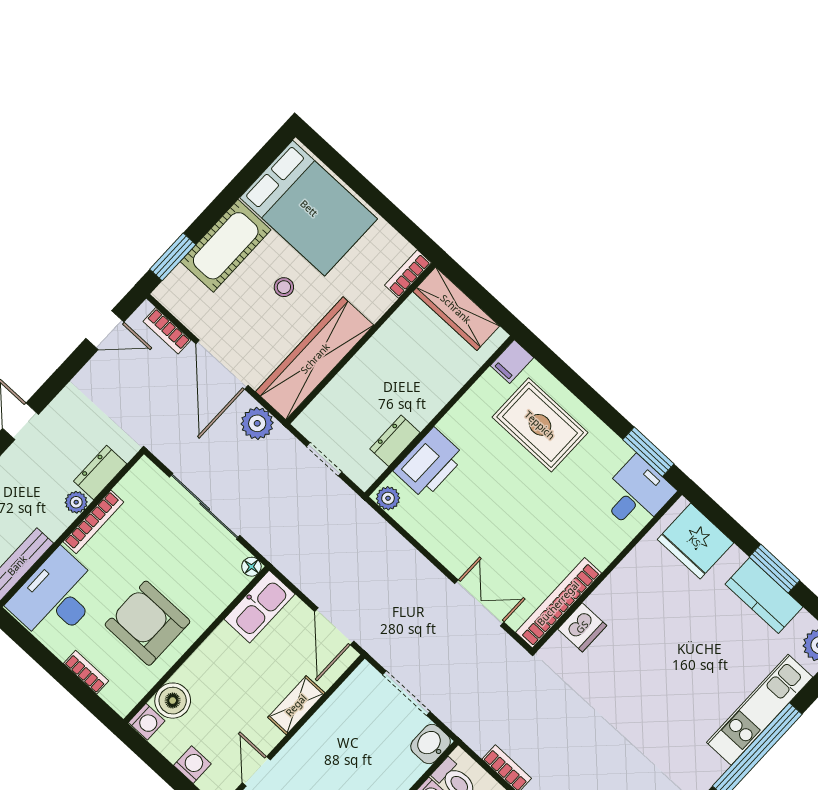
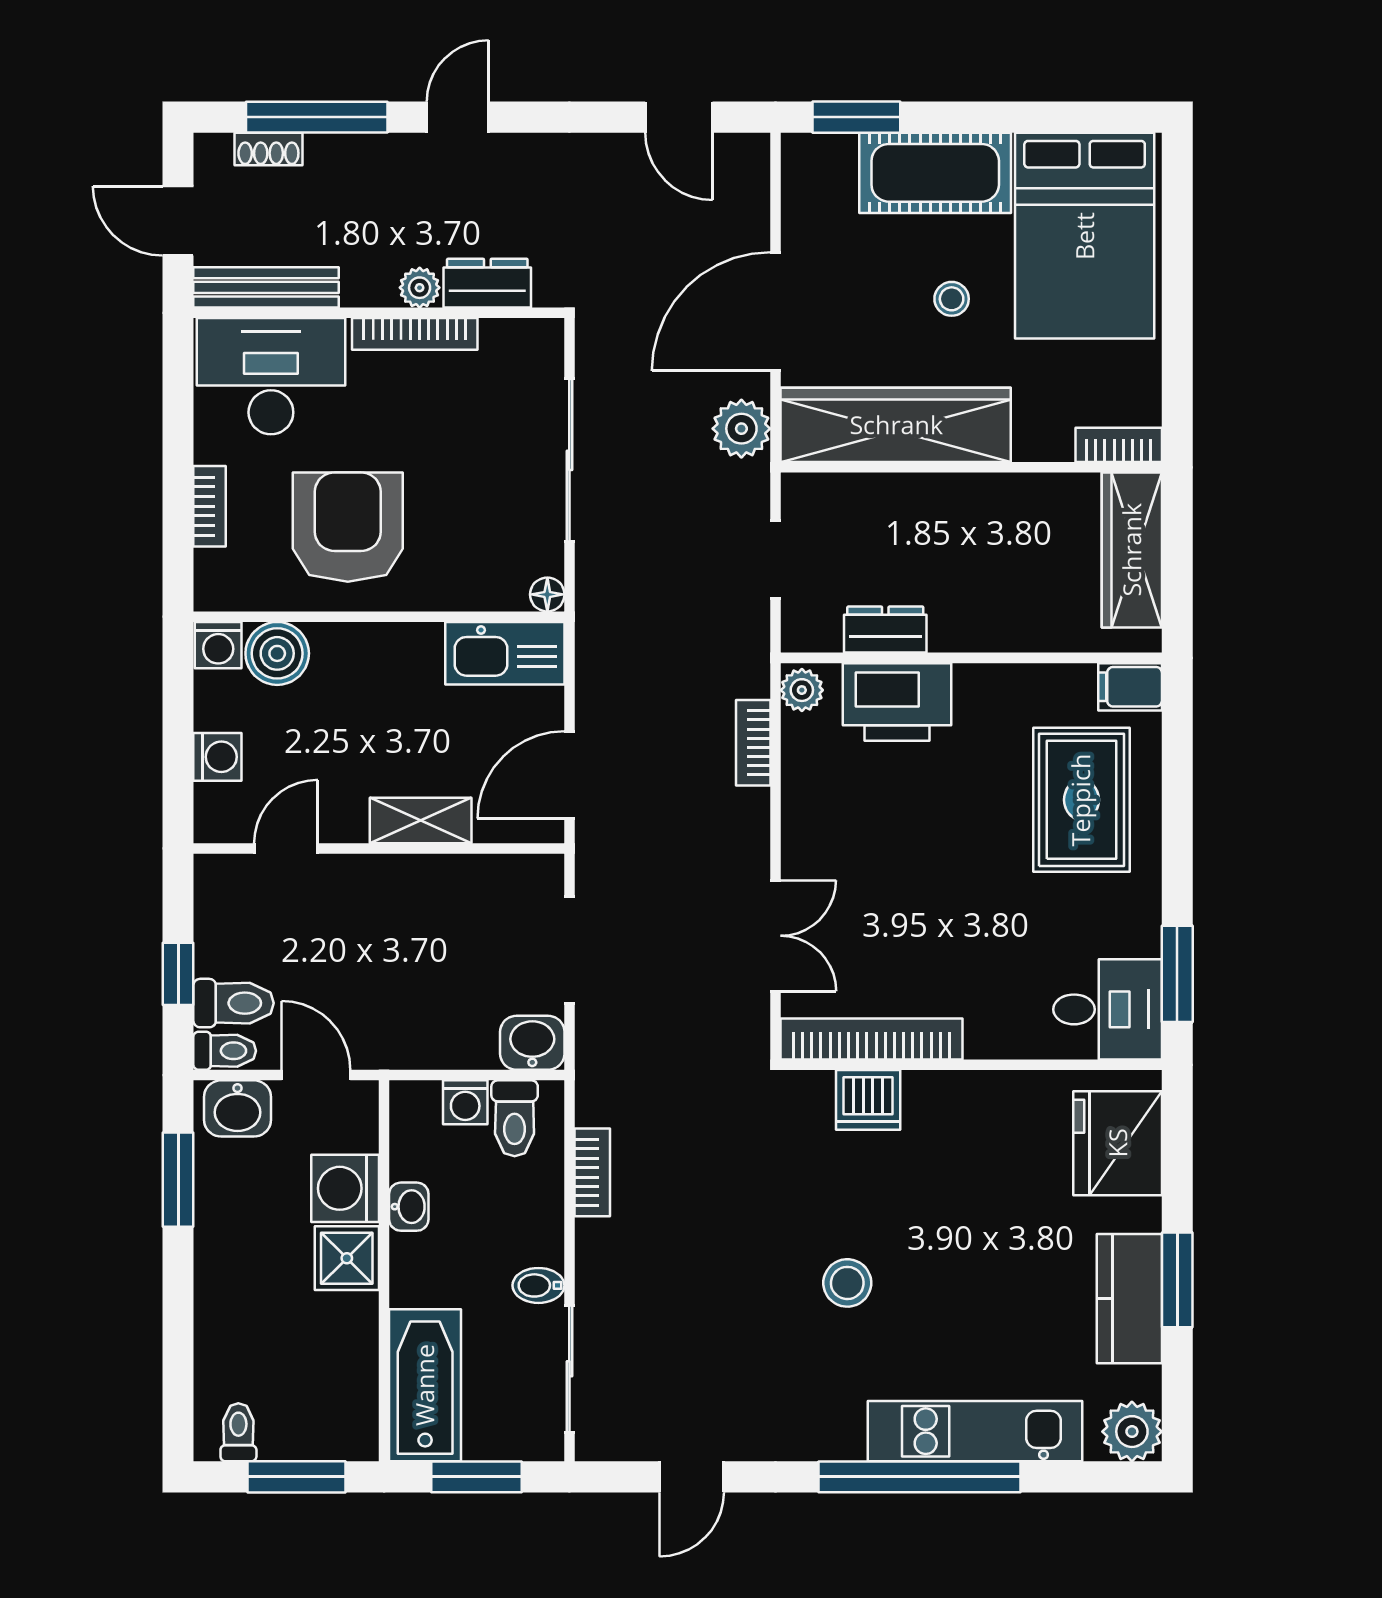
bookcase: (167, 331) -> (753, 743), moved
stool: (650, 706) -> (847, 1283), added

